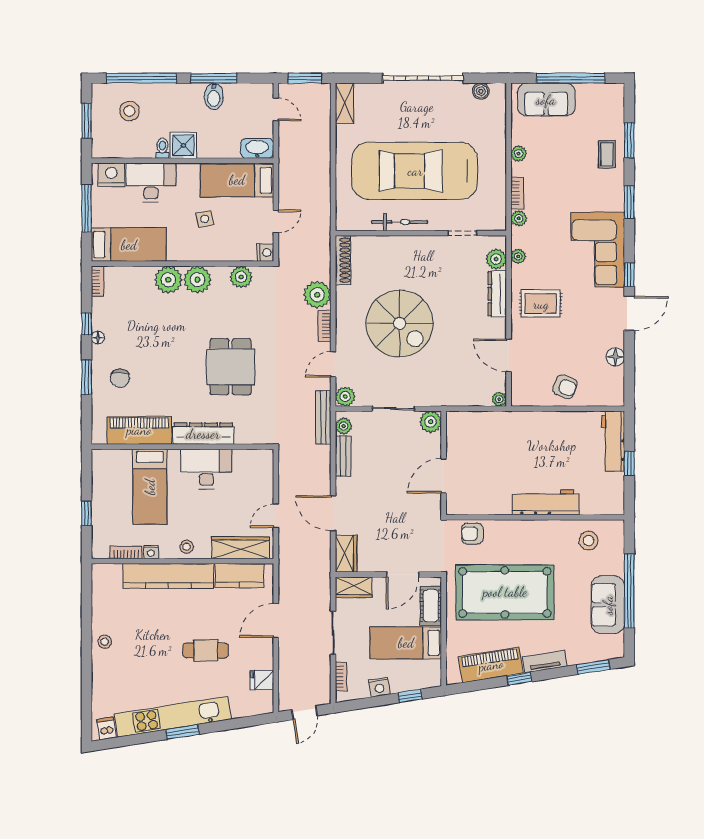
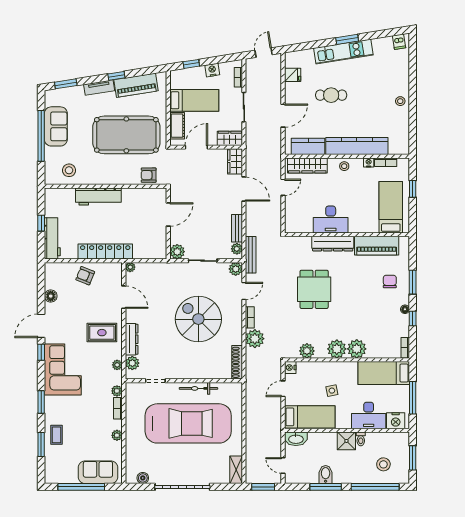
locker: (536, 422) -> (105, 251), added
bed: (150, 487) -> (391, 207), moved
armchair: (472, 534) -> (149, 175), turned 180
kitchen unit: (173, 717) -> (343, 51), width x0.73

